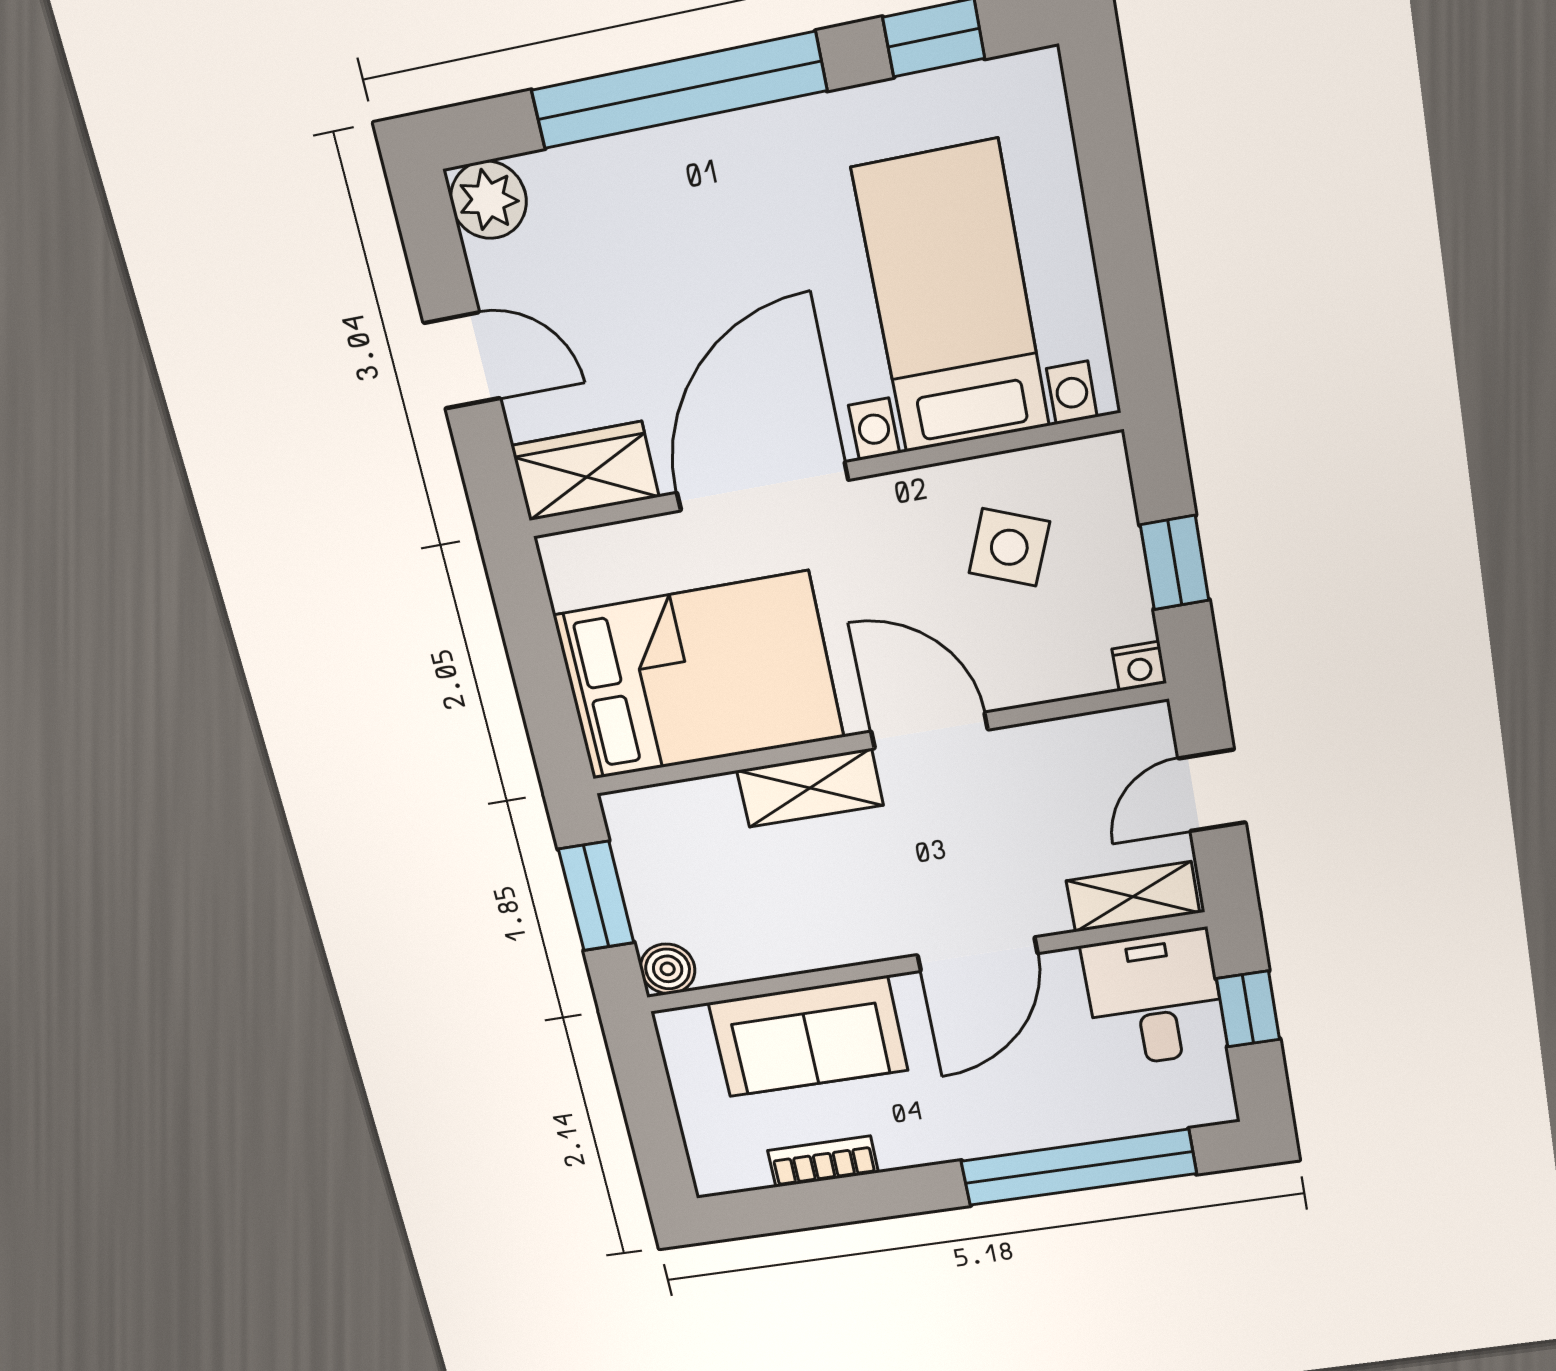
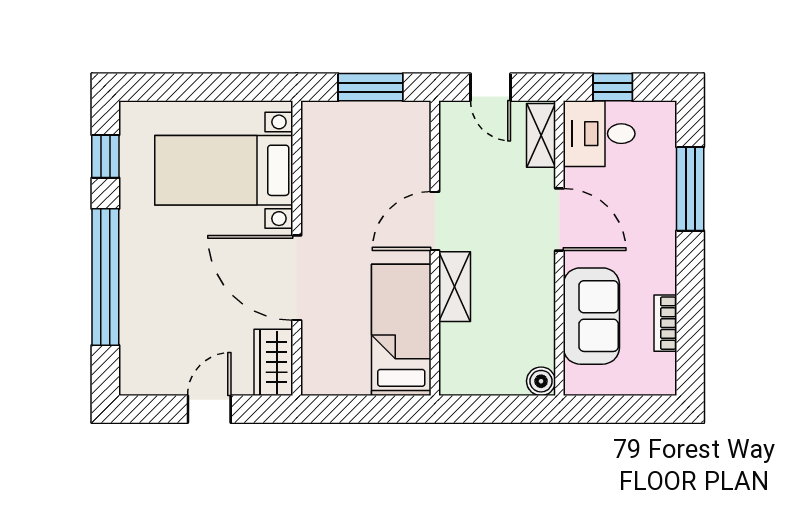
plant: (488, 200) -> (137, 377), removed
side table: (1009, 547) -> (349, 165), removed
window: (1175, 563) -> (370, 87), width x1.50
nightstand: (1139, 666) -> (420, 112), removed
bed: (699, 676) -> (401, 330), width x0.67
window: (596, 896) -> (494, 409), removed
window: (1078, 1167) -> (690, 189), width x0.68

